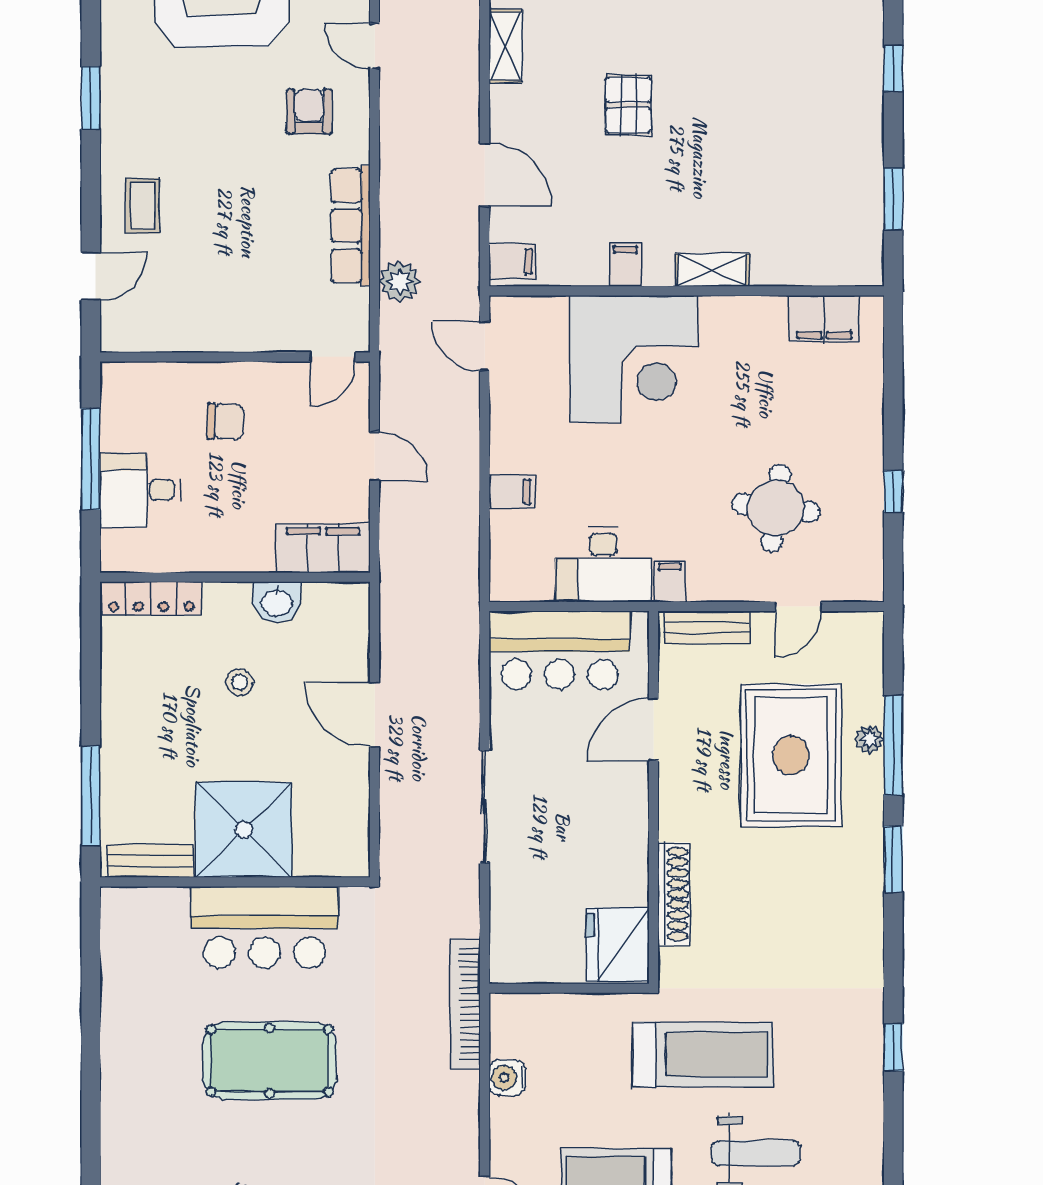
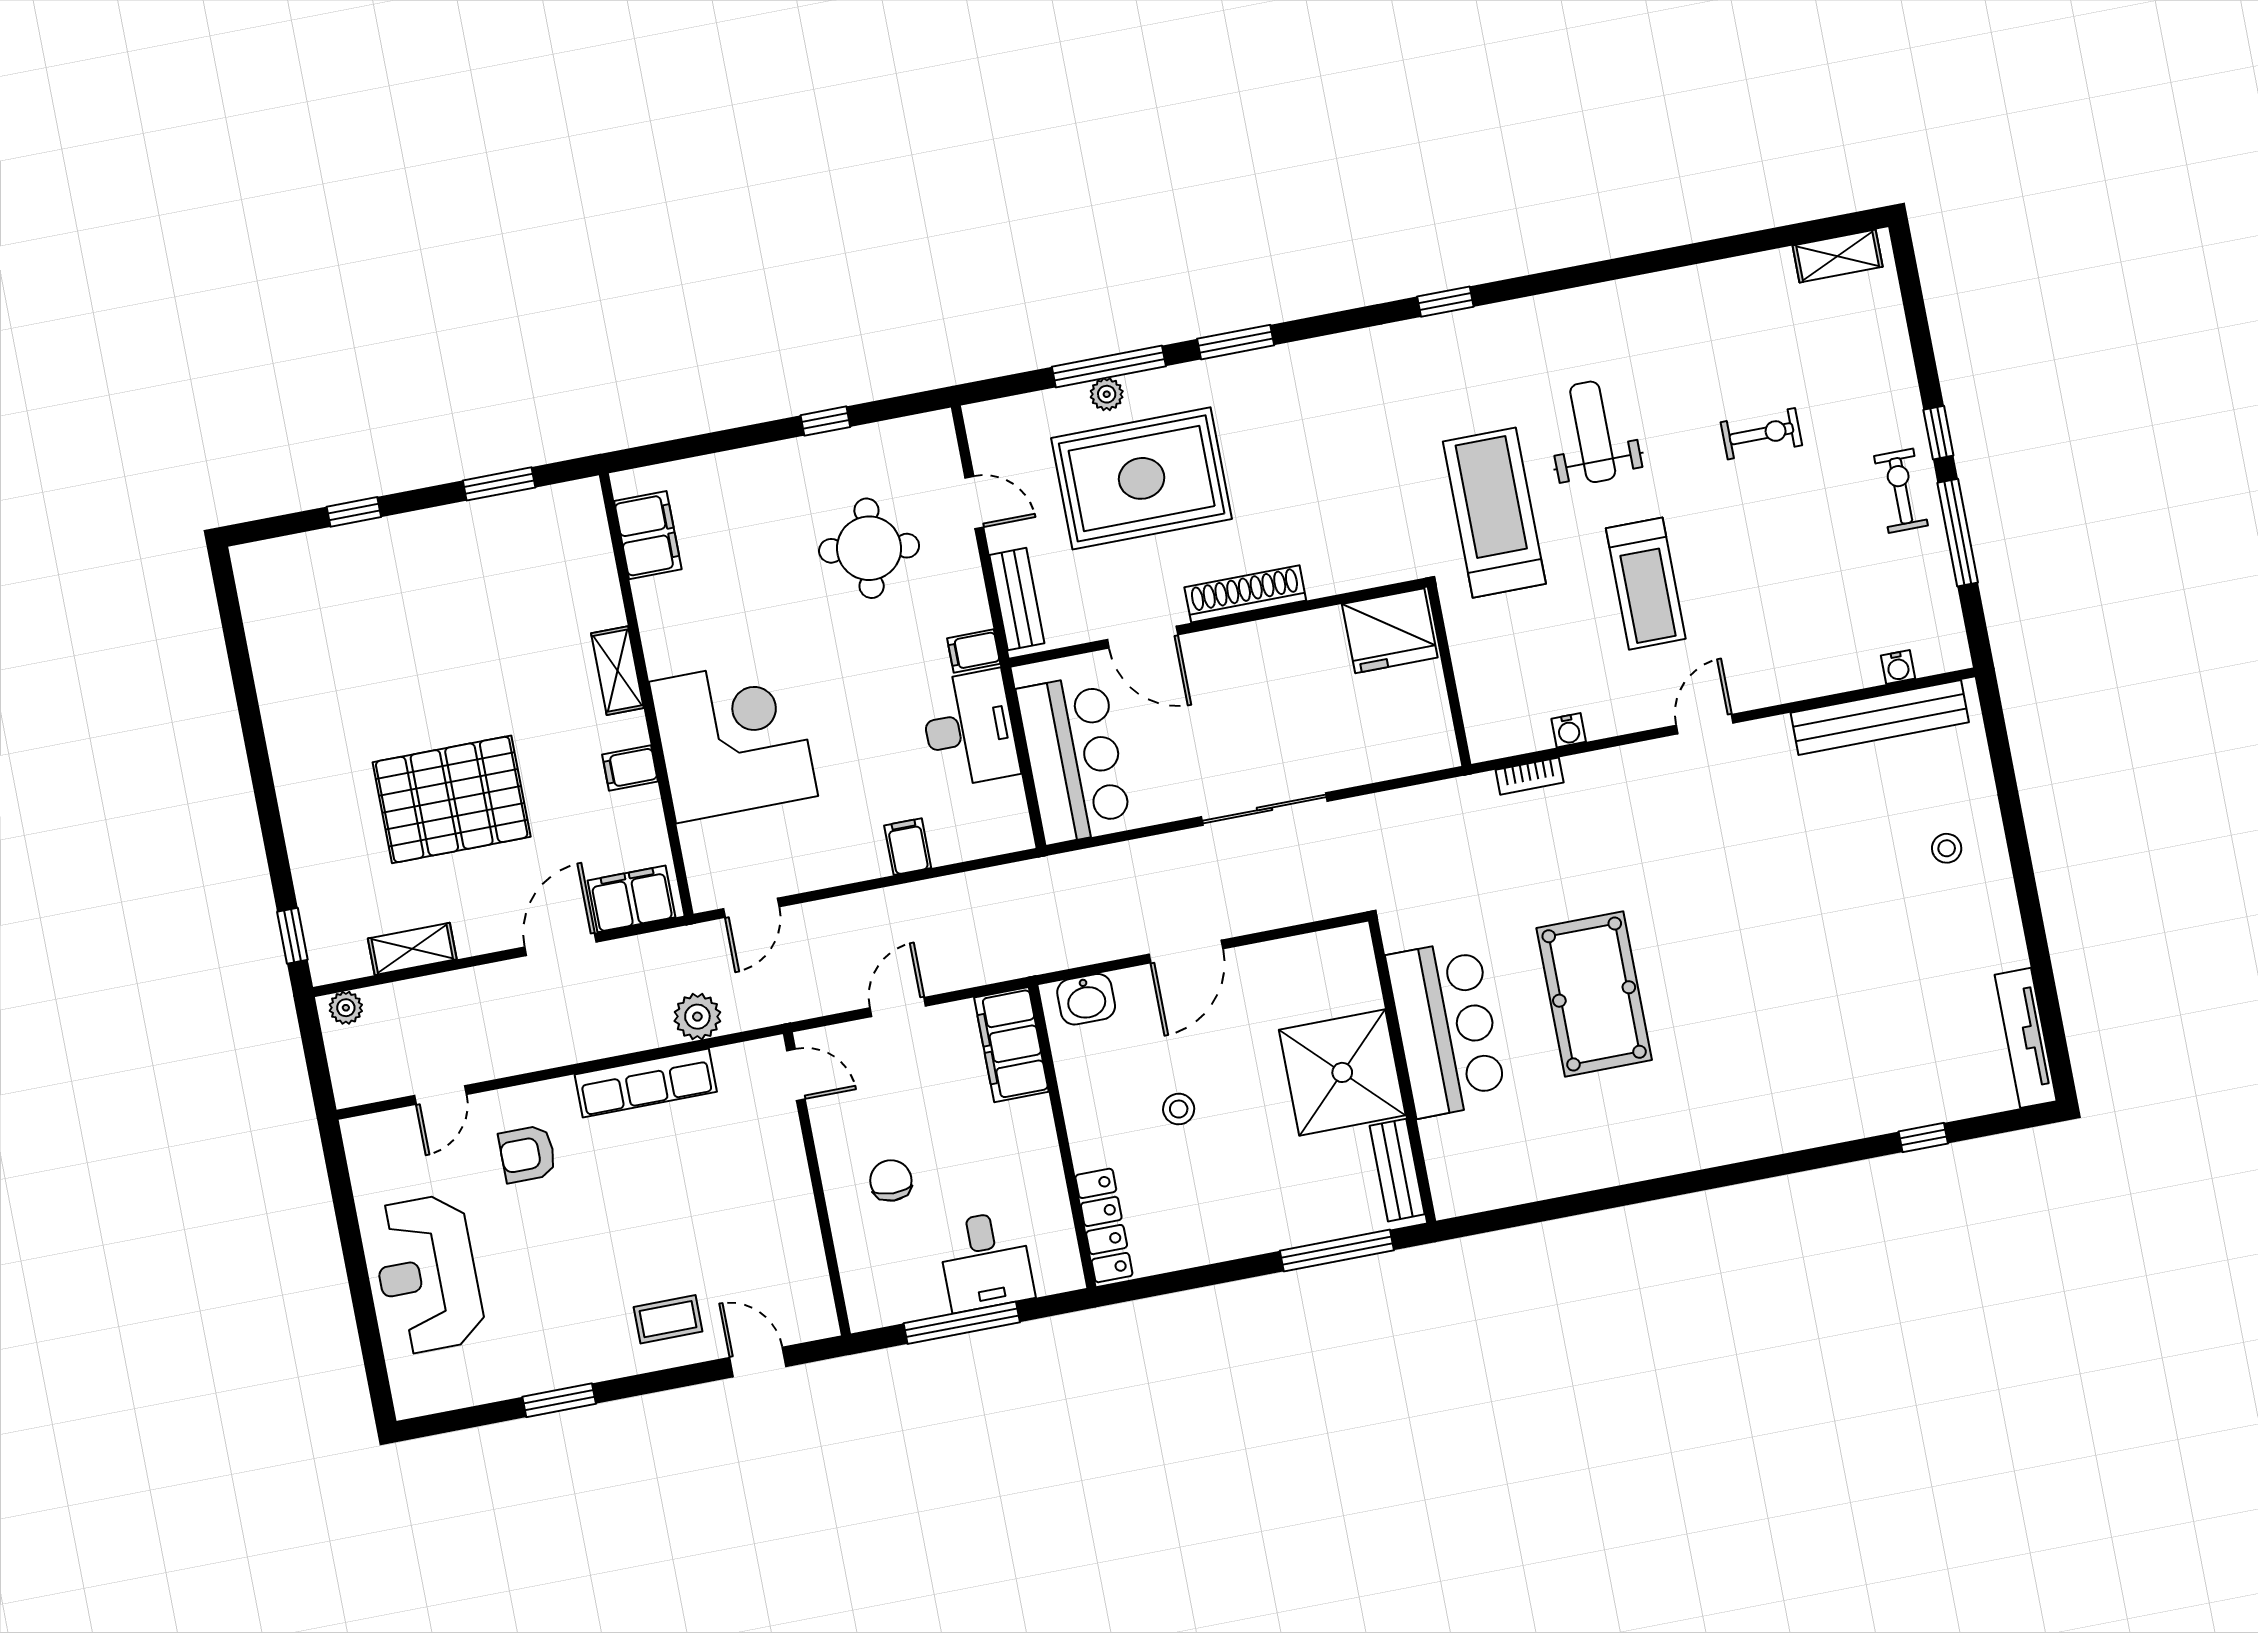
pallet: (628, 105) -> (452, 799), width x2.05, depth x2.00
filing cabinet: (512, 262) -> (631, 899), width x2.00
washbasin: (277, 602) -> (1086, 999), moved, turned 90
shoe rack: (674, 894) -> (1245, 594), moved
bookcase: (465, 1004) -> (1530, 776), width x0.43, depth x0.76
water cooler: (507, 1078) -> (1569, 730), width x0.72, depth x0.72

